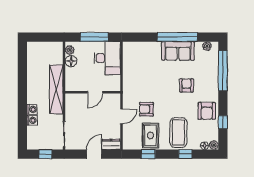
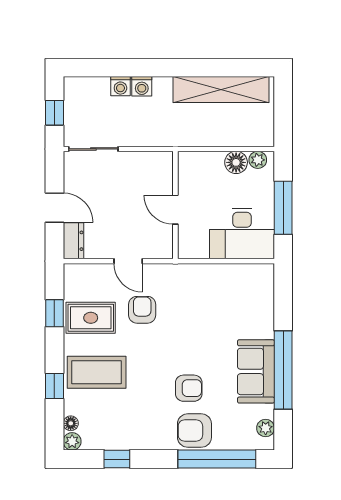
shelving: (56, 89) -> (221, 89), moved
armchair: (207, 111) -> (194, 431), moved

